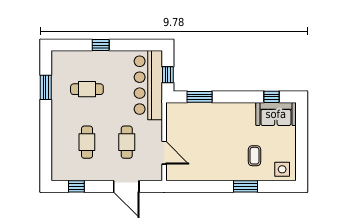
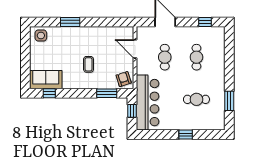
armchair: (178, 115) -> (124, 79), added
coffee table: (254, 156) -> (89, 64), moved

